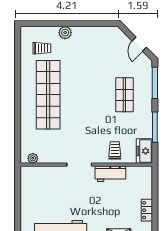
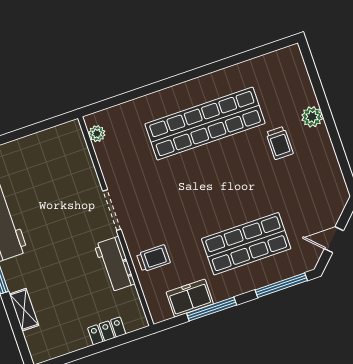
trolley: (42, 48) -> (280, 143), moved
shop shelf: (124, 95) -> (246, 244), width x1.43, depth x1.36
freezer: (144, 151) -> (190, 298), moved
locker: (147, 210) -> (107, 331), moved

